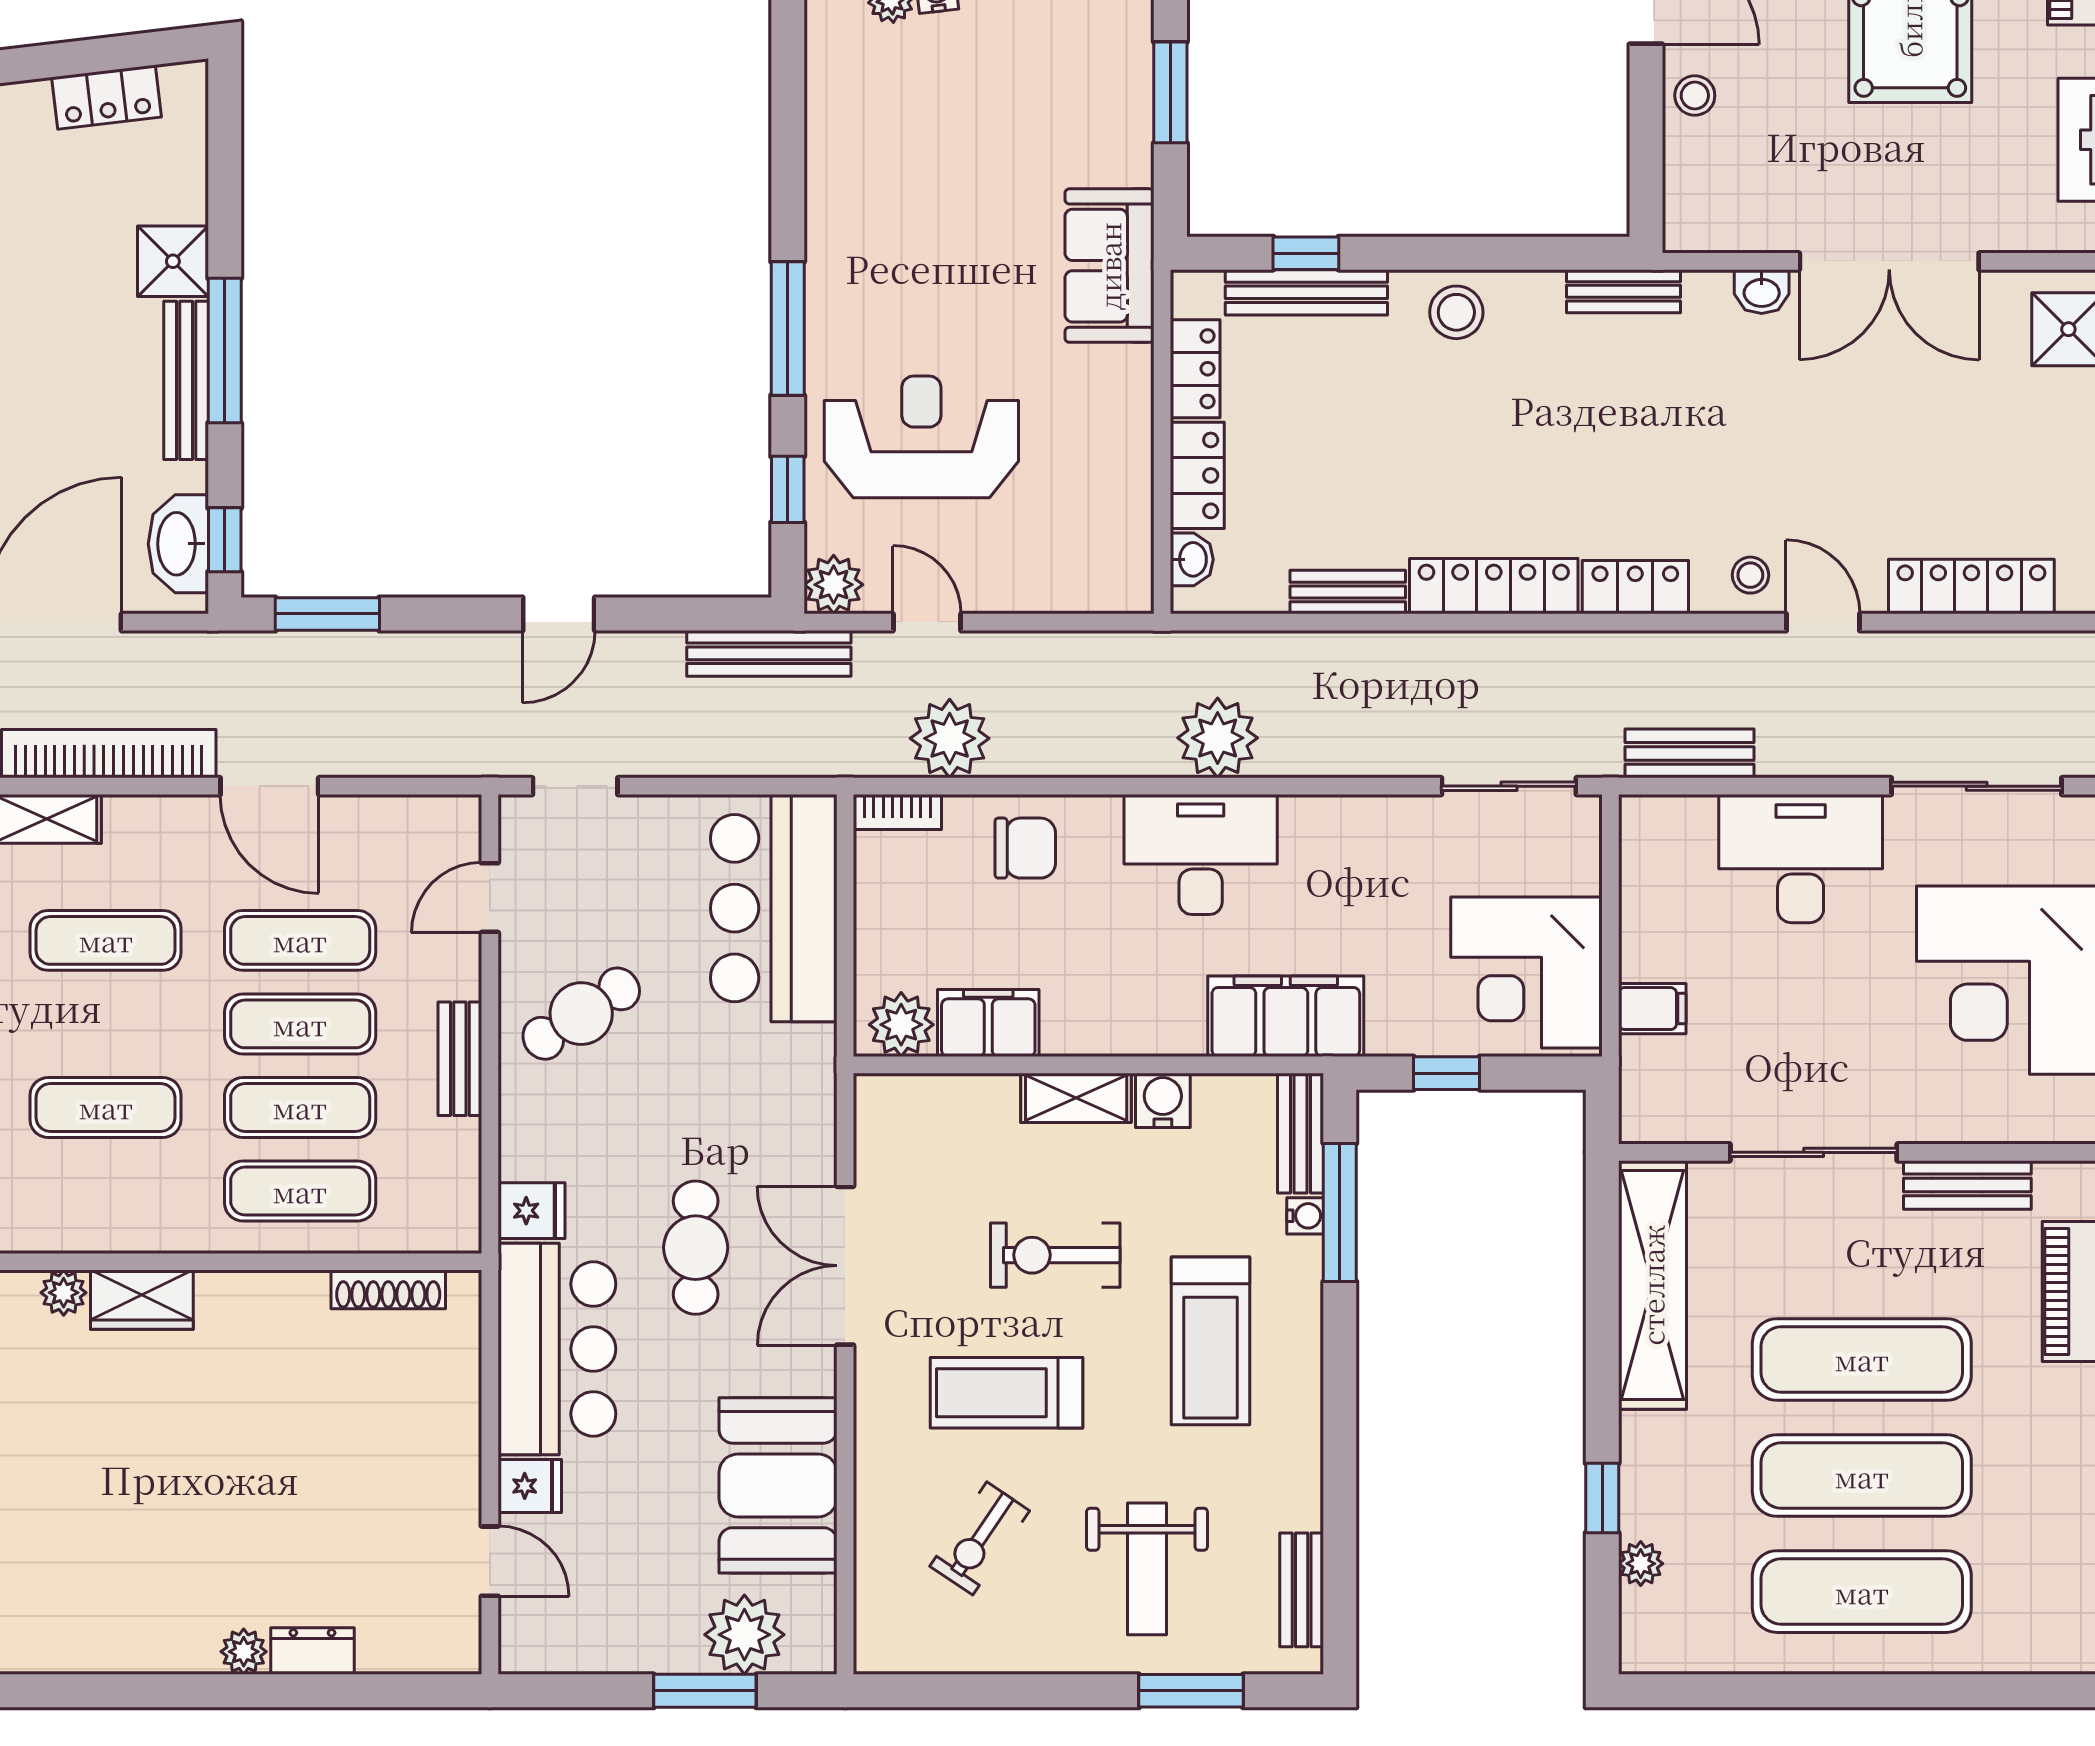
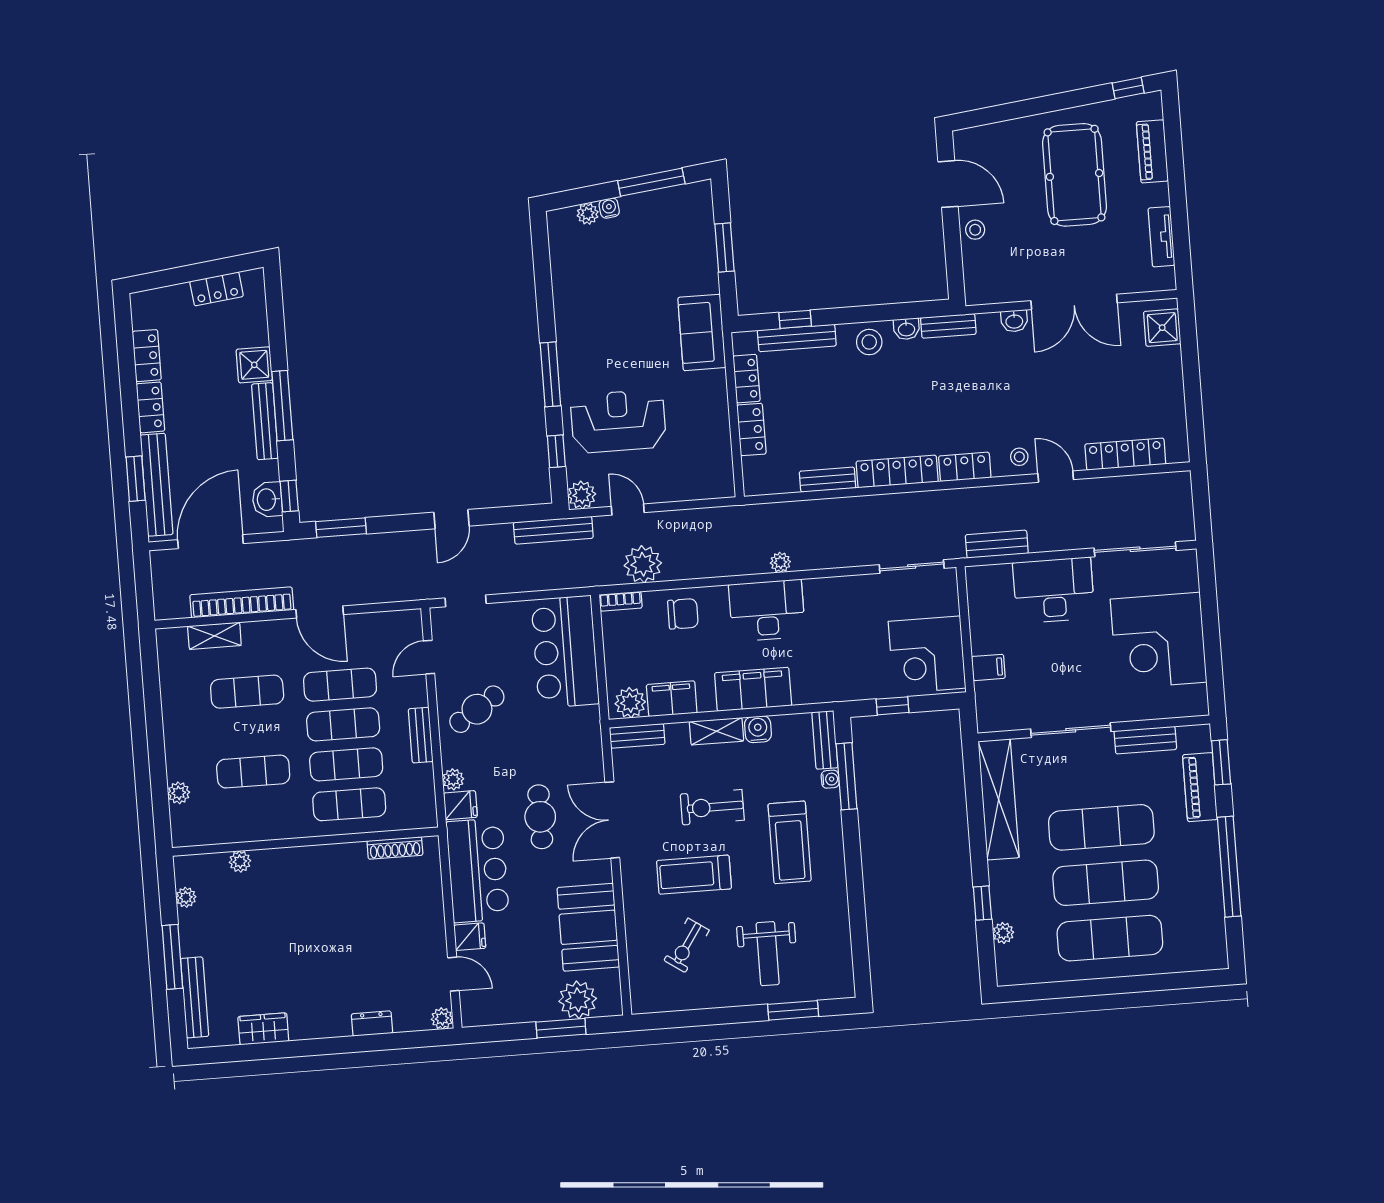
washbasin: (178, 544) -> (267, 500), width x0.72
washbasin: (1192, 559) -> (906, 329), moved, turned 90
plant: (1218, 738) -> (780, 562), width x0.53, depth x0.53
filing cabinet: (1286, 1016) -> (753, 689), moved
plant: (520, 1156) -> (453, 779), added
wardrobe: (142, 1300) -> (263, 1029), moved, turned 180
bench: (1302, 1590) -> (637, 736), moved, turned 90
plant: (244, 1652) -> (442, 1018), moved

